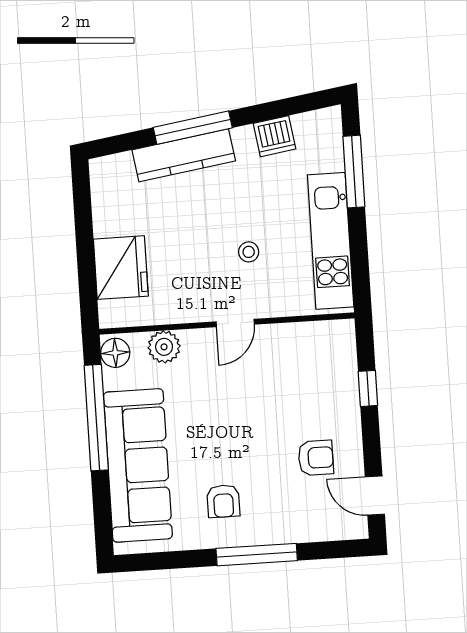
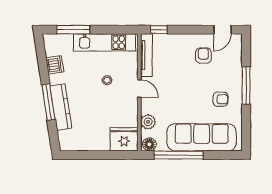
fridge: (121, 268) -> (124, 139), moved
tv unit: (309, 334) -> (146, 55), added
window: (368, 388) -> (159, 30), moved

